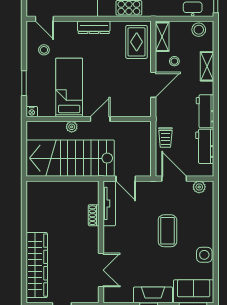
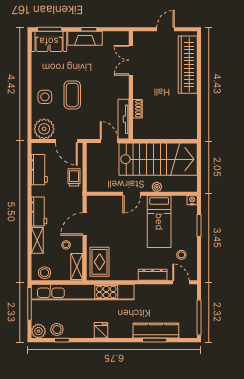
dresser: (94, 27) -> (153, 275), moved
workbench: (205, 111) -> (39, 212), moved
plant: (199, 187) -> (44, 129), width x1.87, depth x1.87
side table: (204, 255) -> (45, 97), moved

